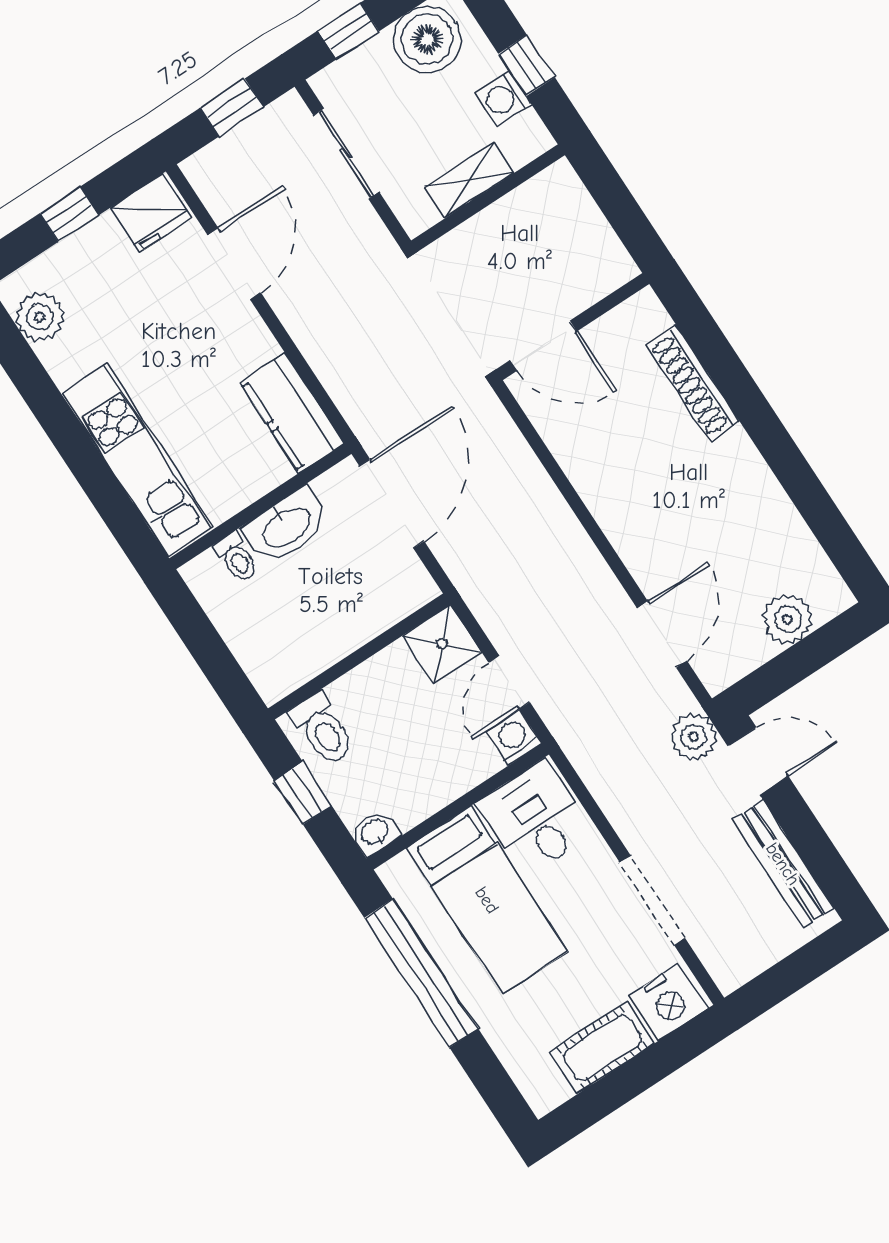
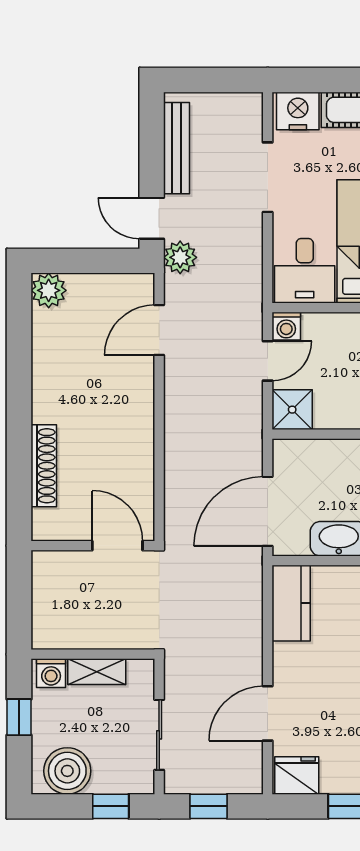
washing machine: (503, 98) -> (51, 673), moved, turned 90
plant: (788, 619) -> (49, 290), moved

